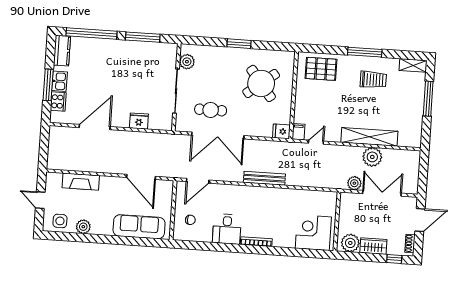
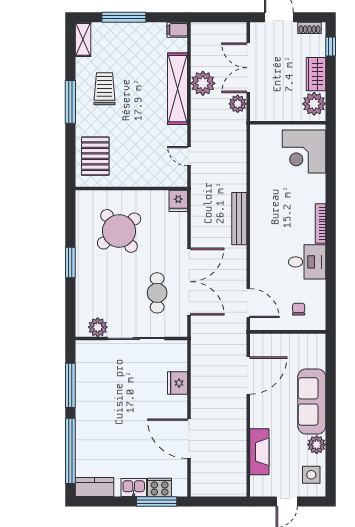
window: (48, 85) -> (157, 502), moved
filing cabinet: (298, 132) -> (177, 30), moved
sofa: (139, 227) -> (312, 401), moved

